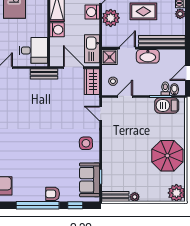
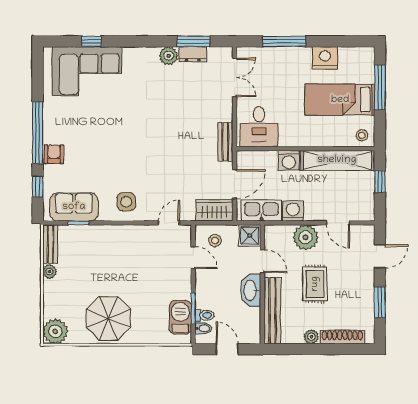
washing machine: (92, 12) -> (293, 211), moved

